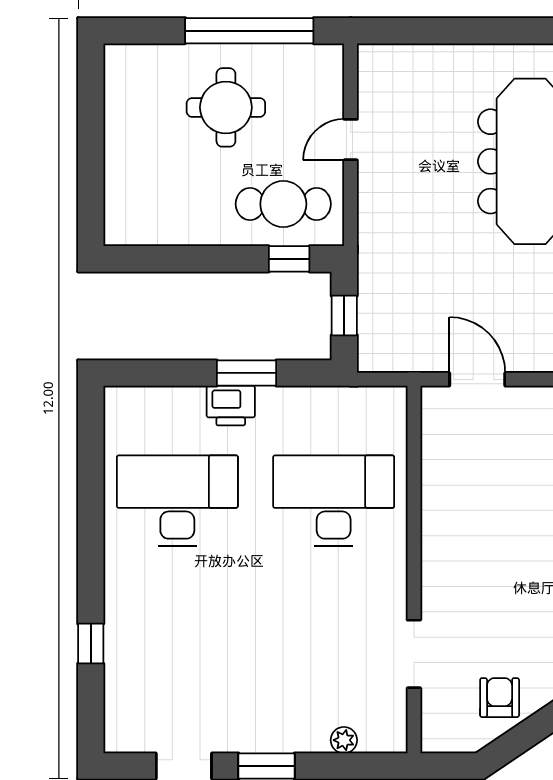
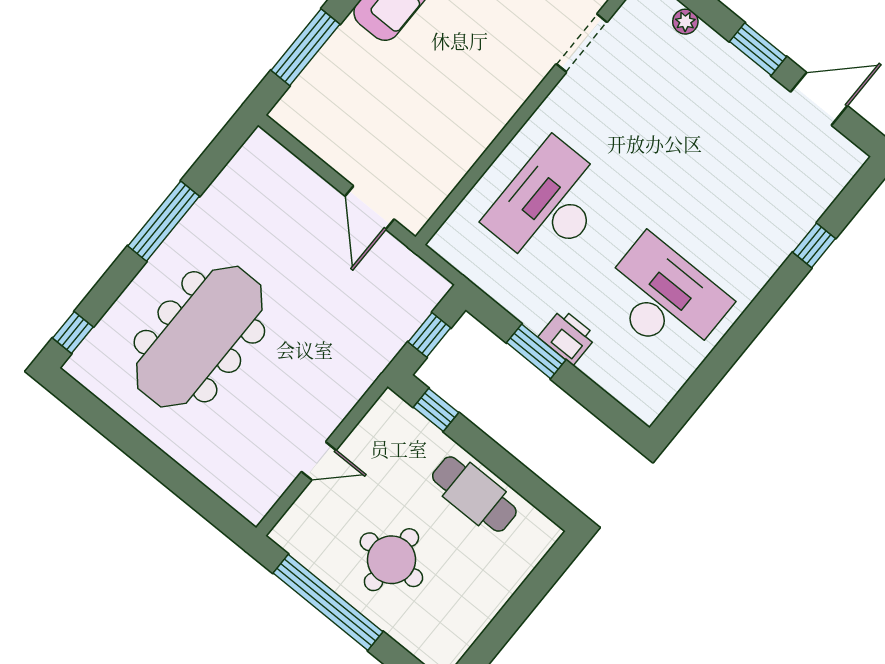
cafe table: (283, 204) -> (474, 494), moved
desk: (177, 501) -> (664, 299), turned 180
desk: (334, 501) -> (549, 205), turned 90

